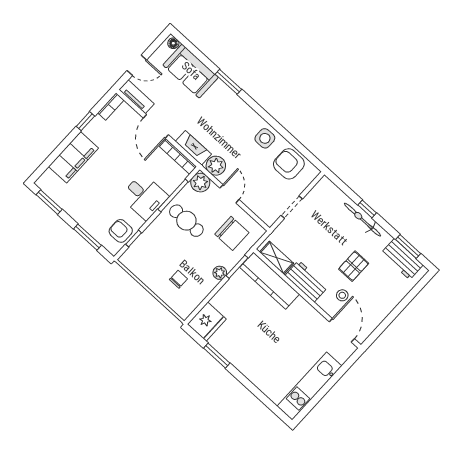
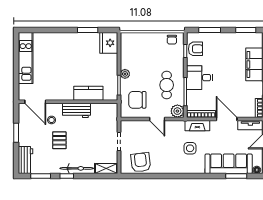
sofa: (191, 71) -> (229, 164), width x1.36
window: (228, 82) -> (236, 176), moved
side table: (265, 138) -> (190, 148), moved
armchair: (289, 164) -> (141, 162), turned -97
plant: (216, 166) -> (177, 127), removed
window: (367, 209) -> (67, 176), moved
cafe table: (186, 221) -> (167, 85), turned 90
shelving: (277, 258) -> (106, 169), moved
workbench: (402, 259) -> (26, 160), moved, turned 90
chair: (178, 279) -> (172, 40), moved
kitchen counter: (270, 281) -> (88, 93), width x0.67
window: (392, 316) -> (16, 133), added

